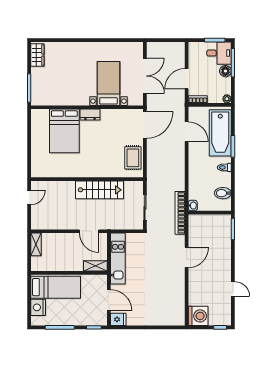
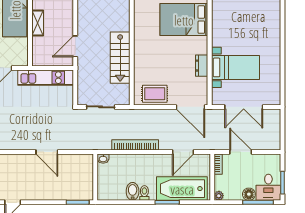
dresser: (90, 115) -> (202, 66), moved
bidet: (223, 193) -> (133, 191), moved
bookcase: (180, 213) -> (135, 145), moved
shelving: (95, 266) -> (38, 23), moved

